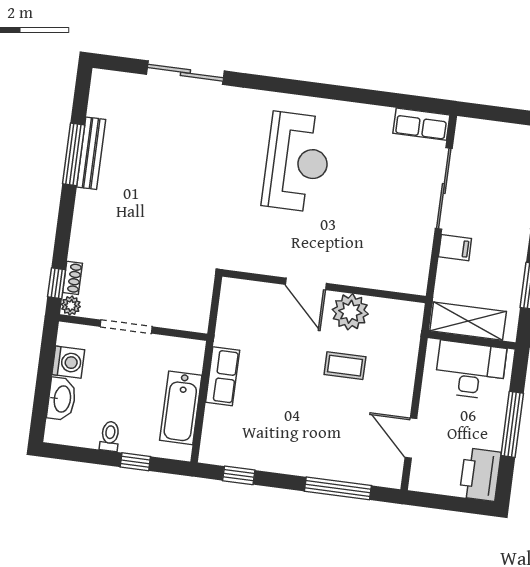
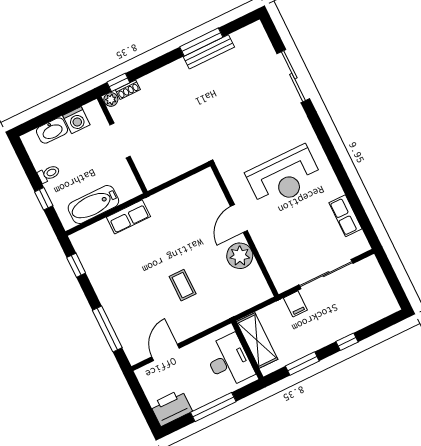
row of seats: (421, 124) -> (346, 216), moved
door: (306, 284) -> (239, 219), moved
wall: (324, 286) -> (245, 230), moved
plant: (350, 312) -> (240, 256), moved

